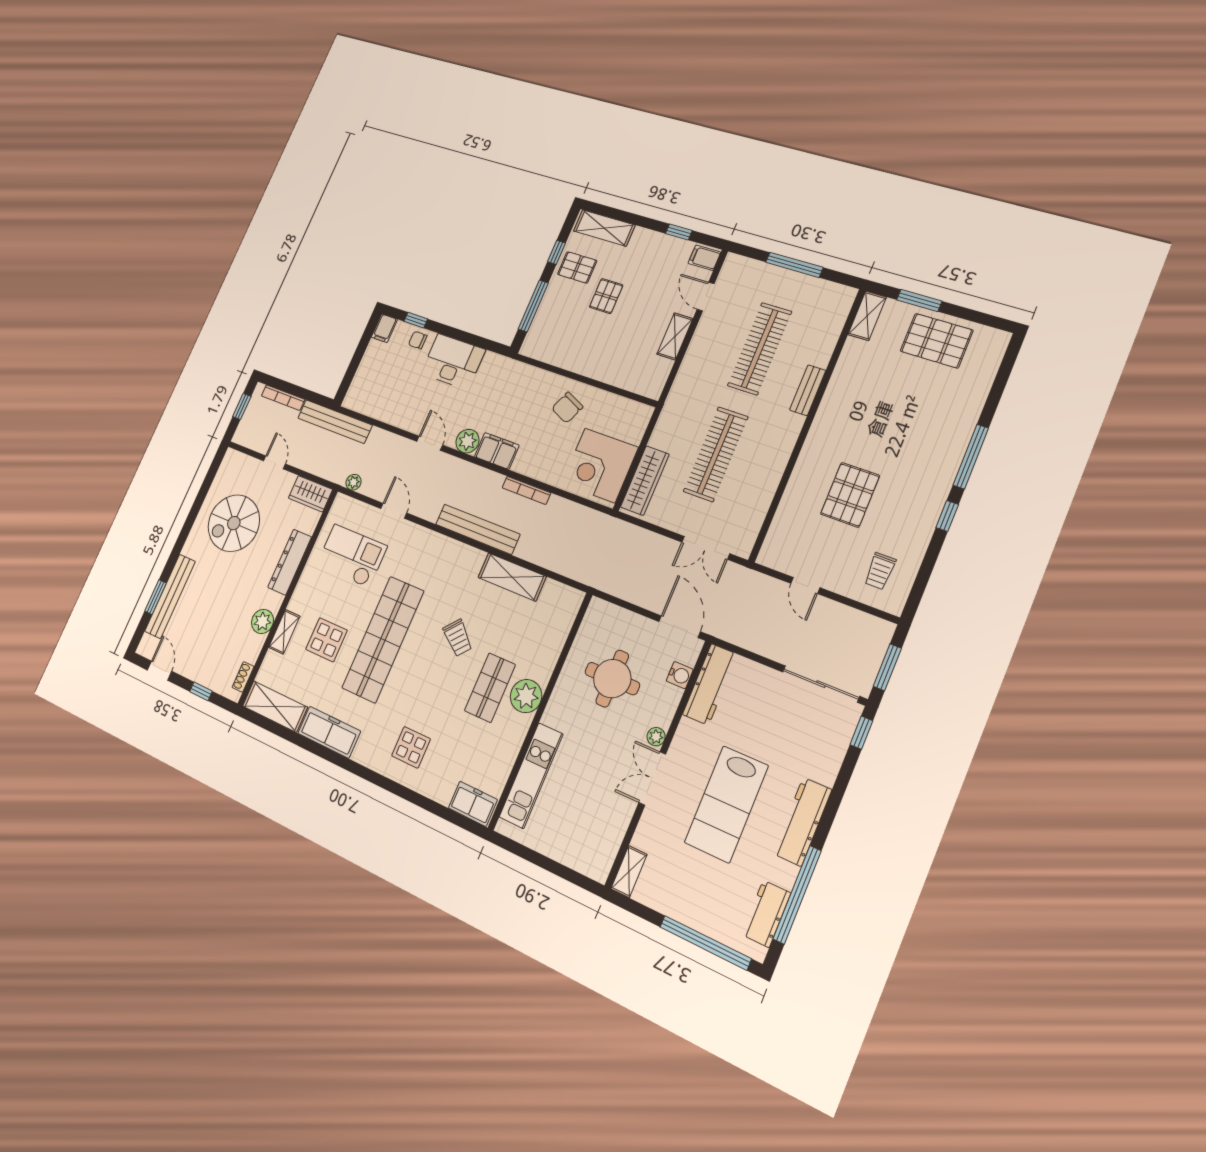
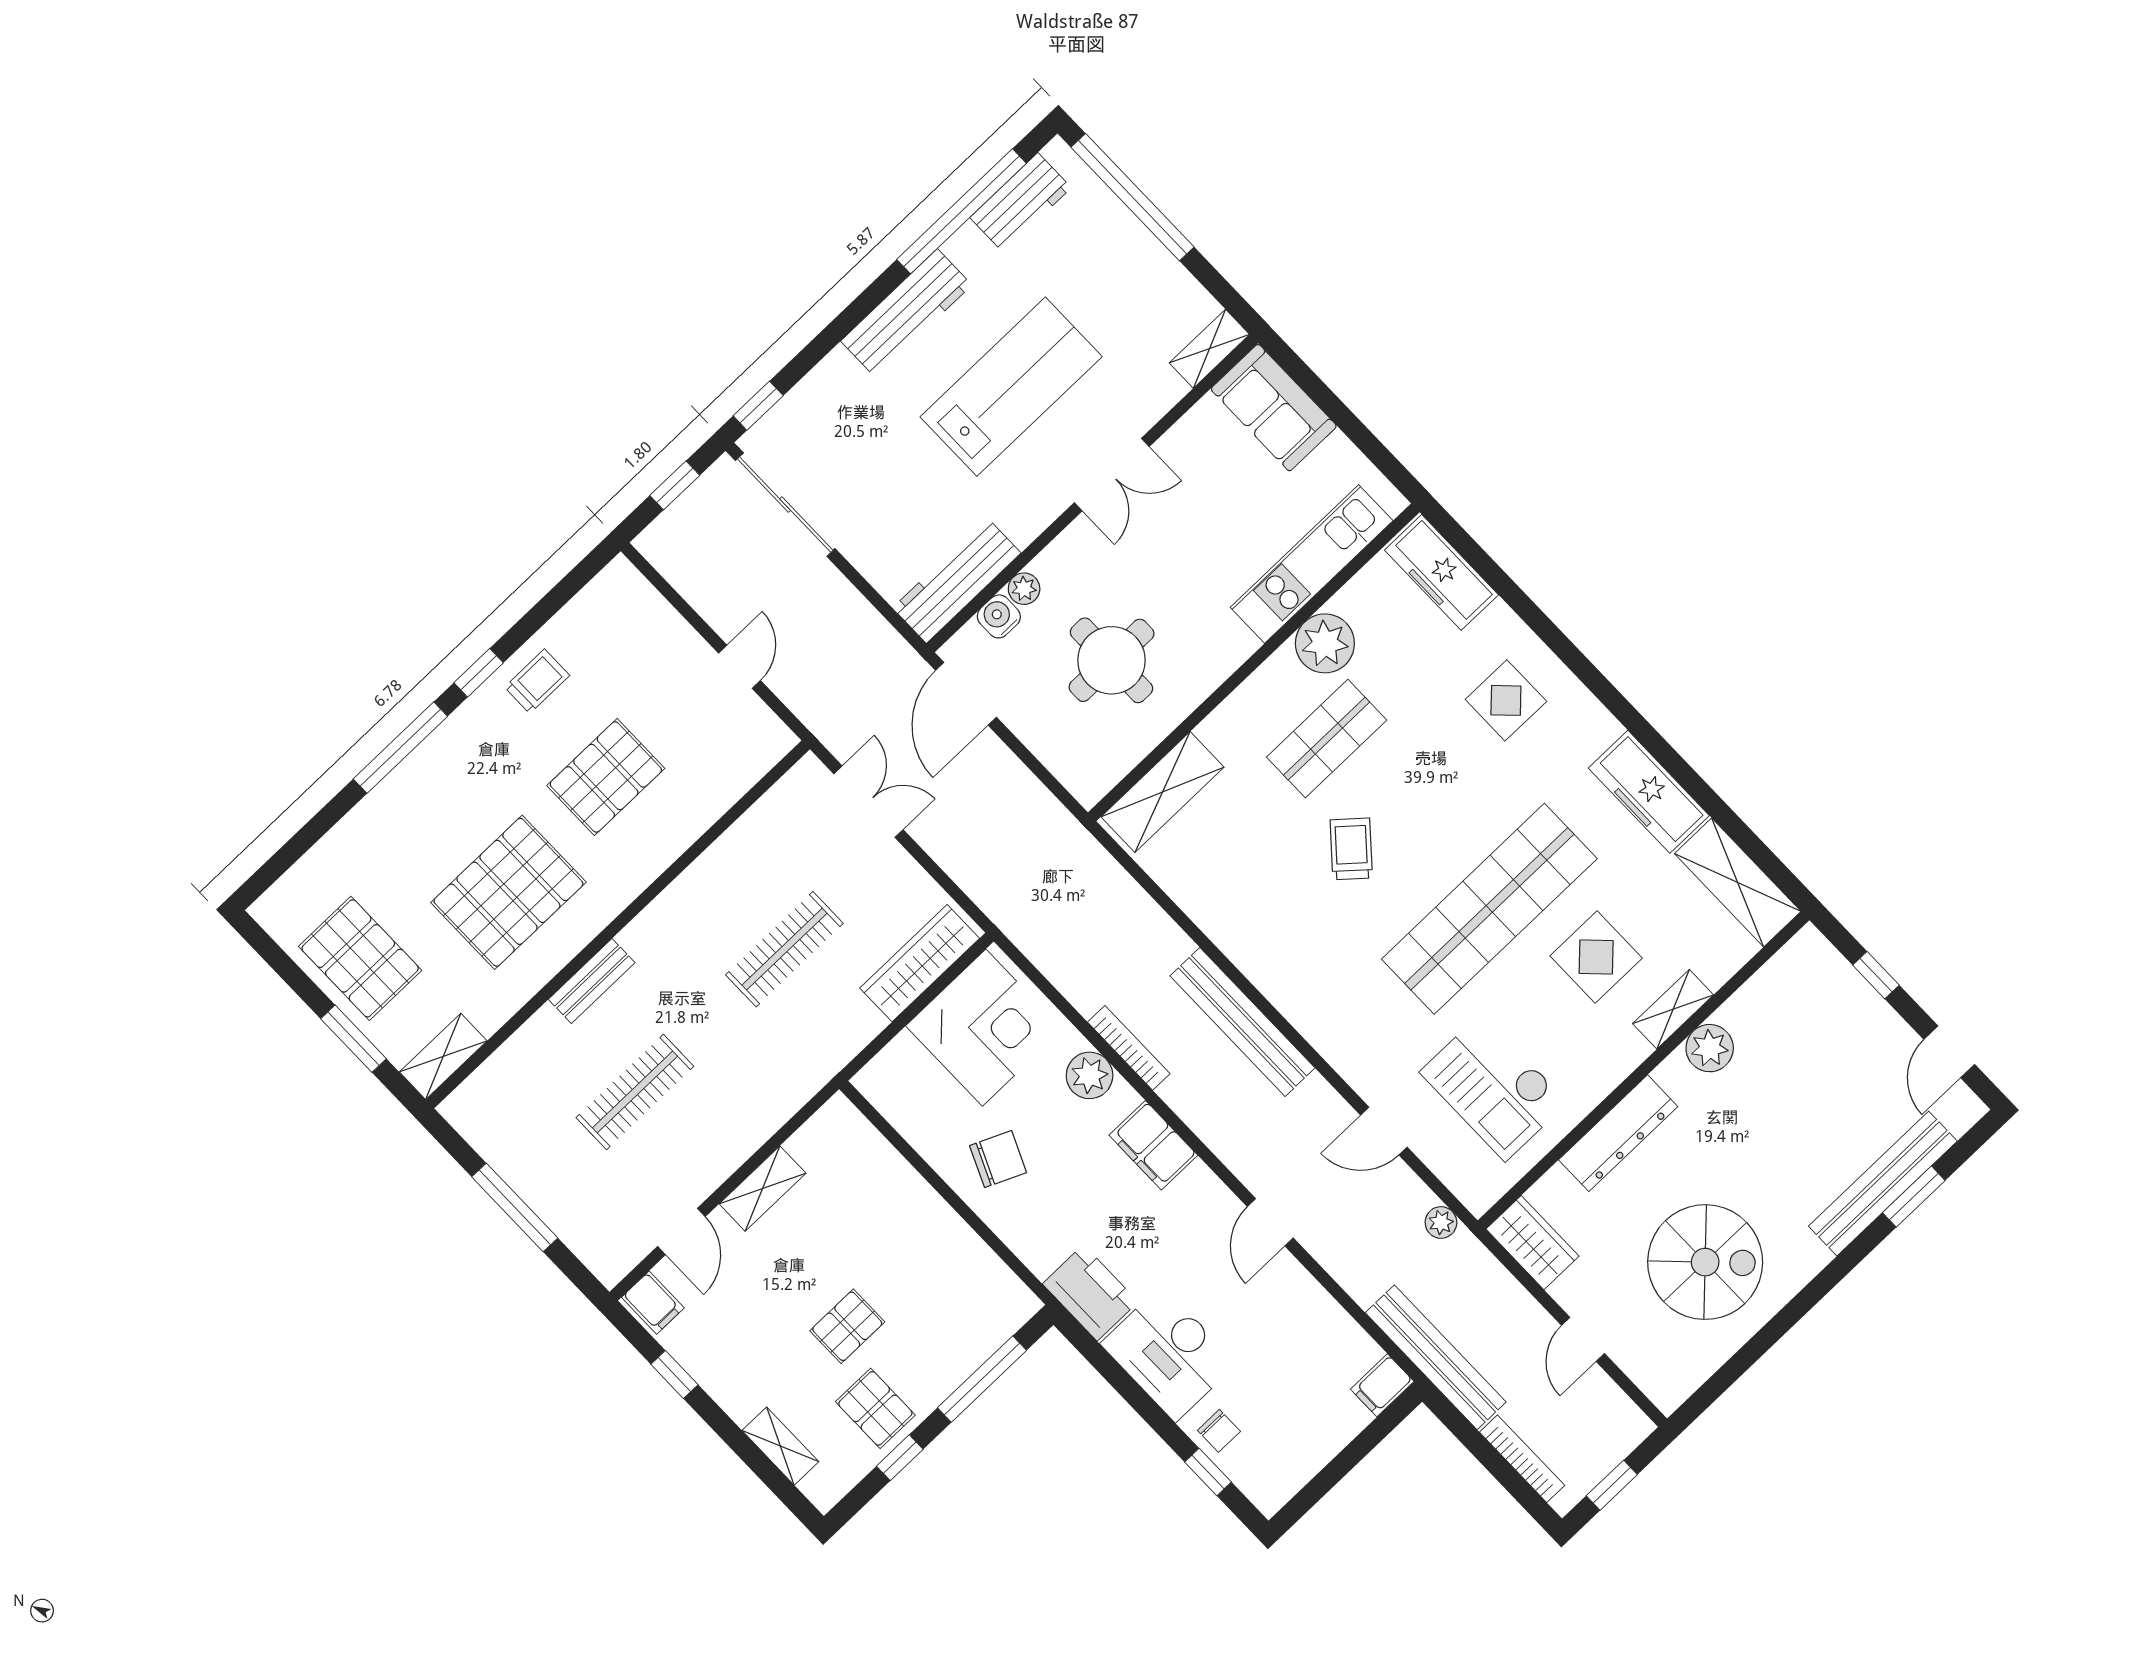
shelving: (604, 228) -> (780, 1446), width x0.67, depth x0.75
filing cabinet: (384, 328) -> (1382, 1385), moved, turned 180
clothes rail: (760, 349) -> (635, 1092), width x0.73, depth x0.76
printer: (499, 370) -> (1090, 1293), added
pallet: (873, 412) -> (508, 892), added
plant: (467, 441) -> (1090, 1075), moved
clothes rail: (716, 454) -> (784, 949), width x0.73, depth x0.76
door: (394, 511) -> (1384, 1131), hinge flipped
trolley: (880, 571) -> (537, 681), moved
shelving: (512, 577) -> (1162, 792), moved, turned 90
window: (887, 667) -> (675, 485), width x0.67
shoe rack: (243, 677) -> (1783, 964), removed
plant: (526, 696) -> (1325, 643), moved
plant: (656, 737) -> (1024, 589), moved
freezer: (473, 804) -> (1441, 572), width x1.40
sofa: (583, 853) -> (1274, 408), added

